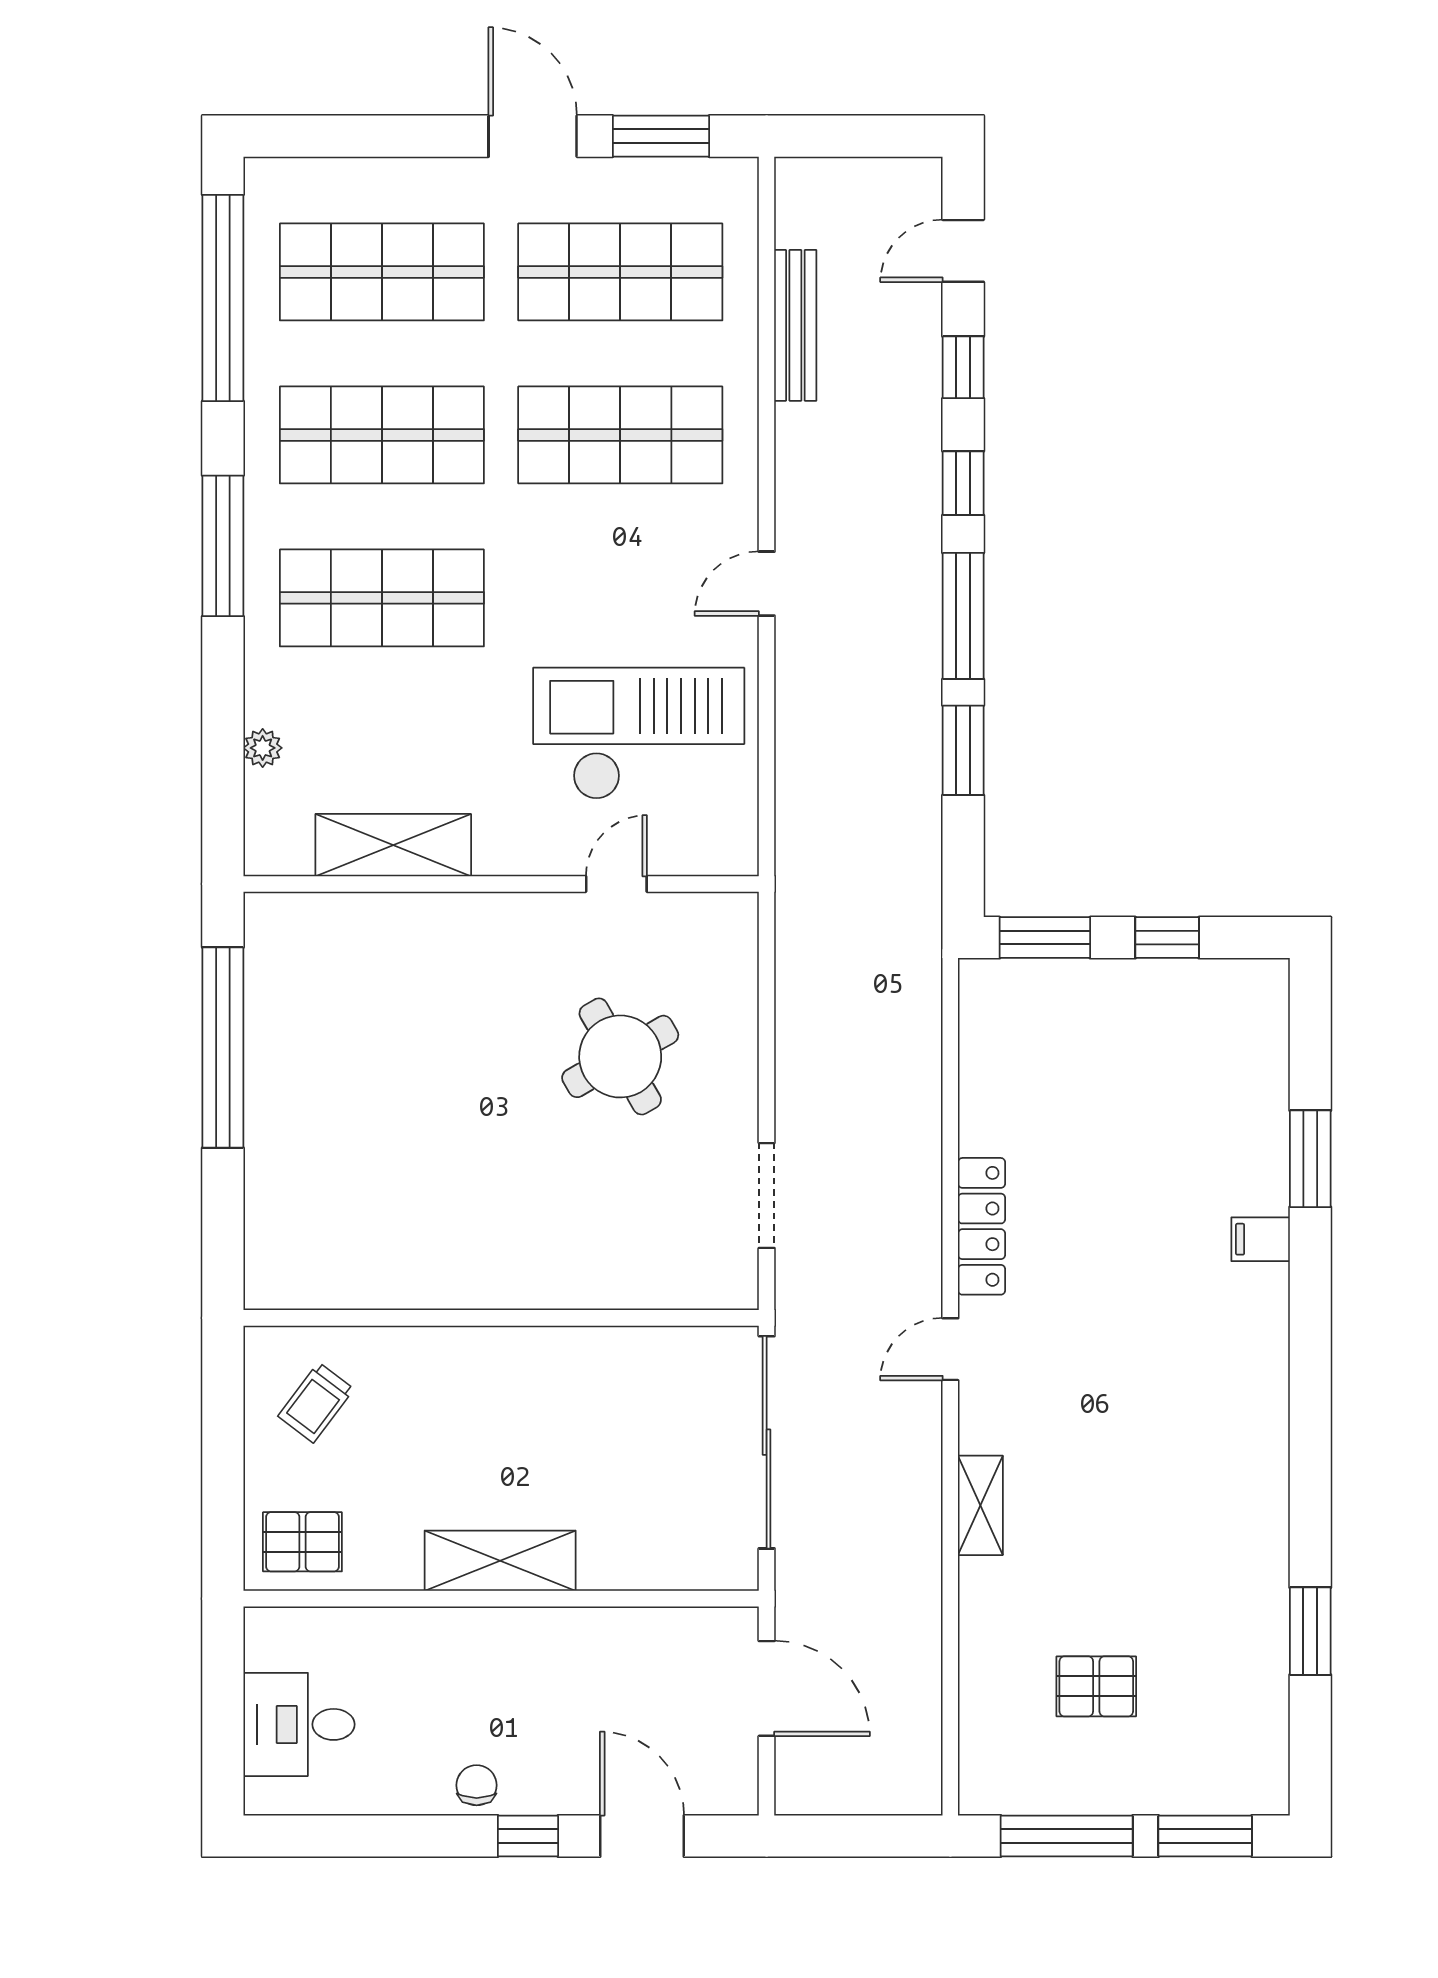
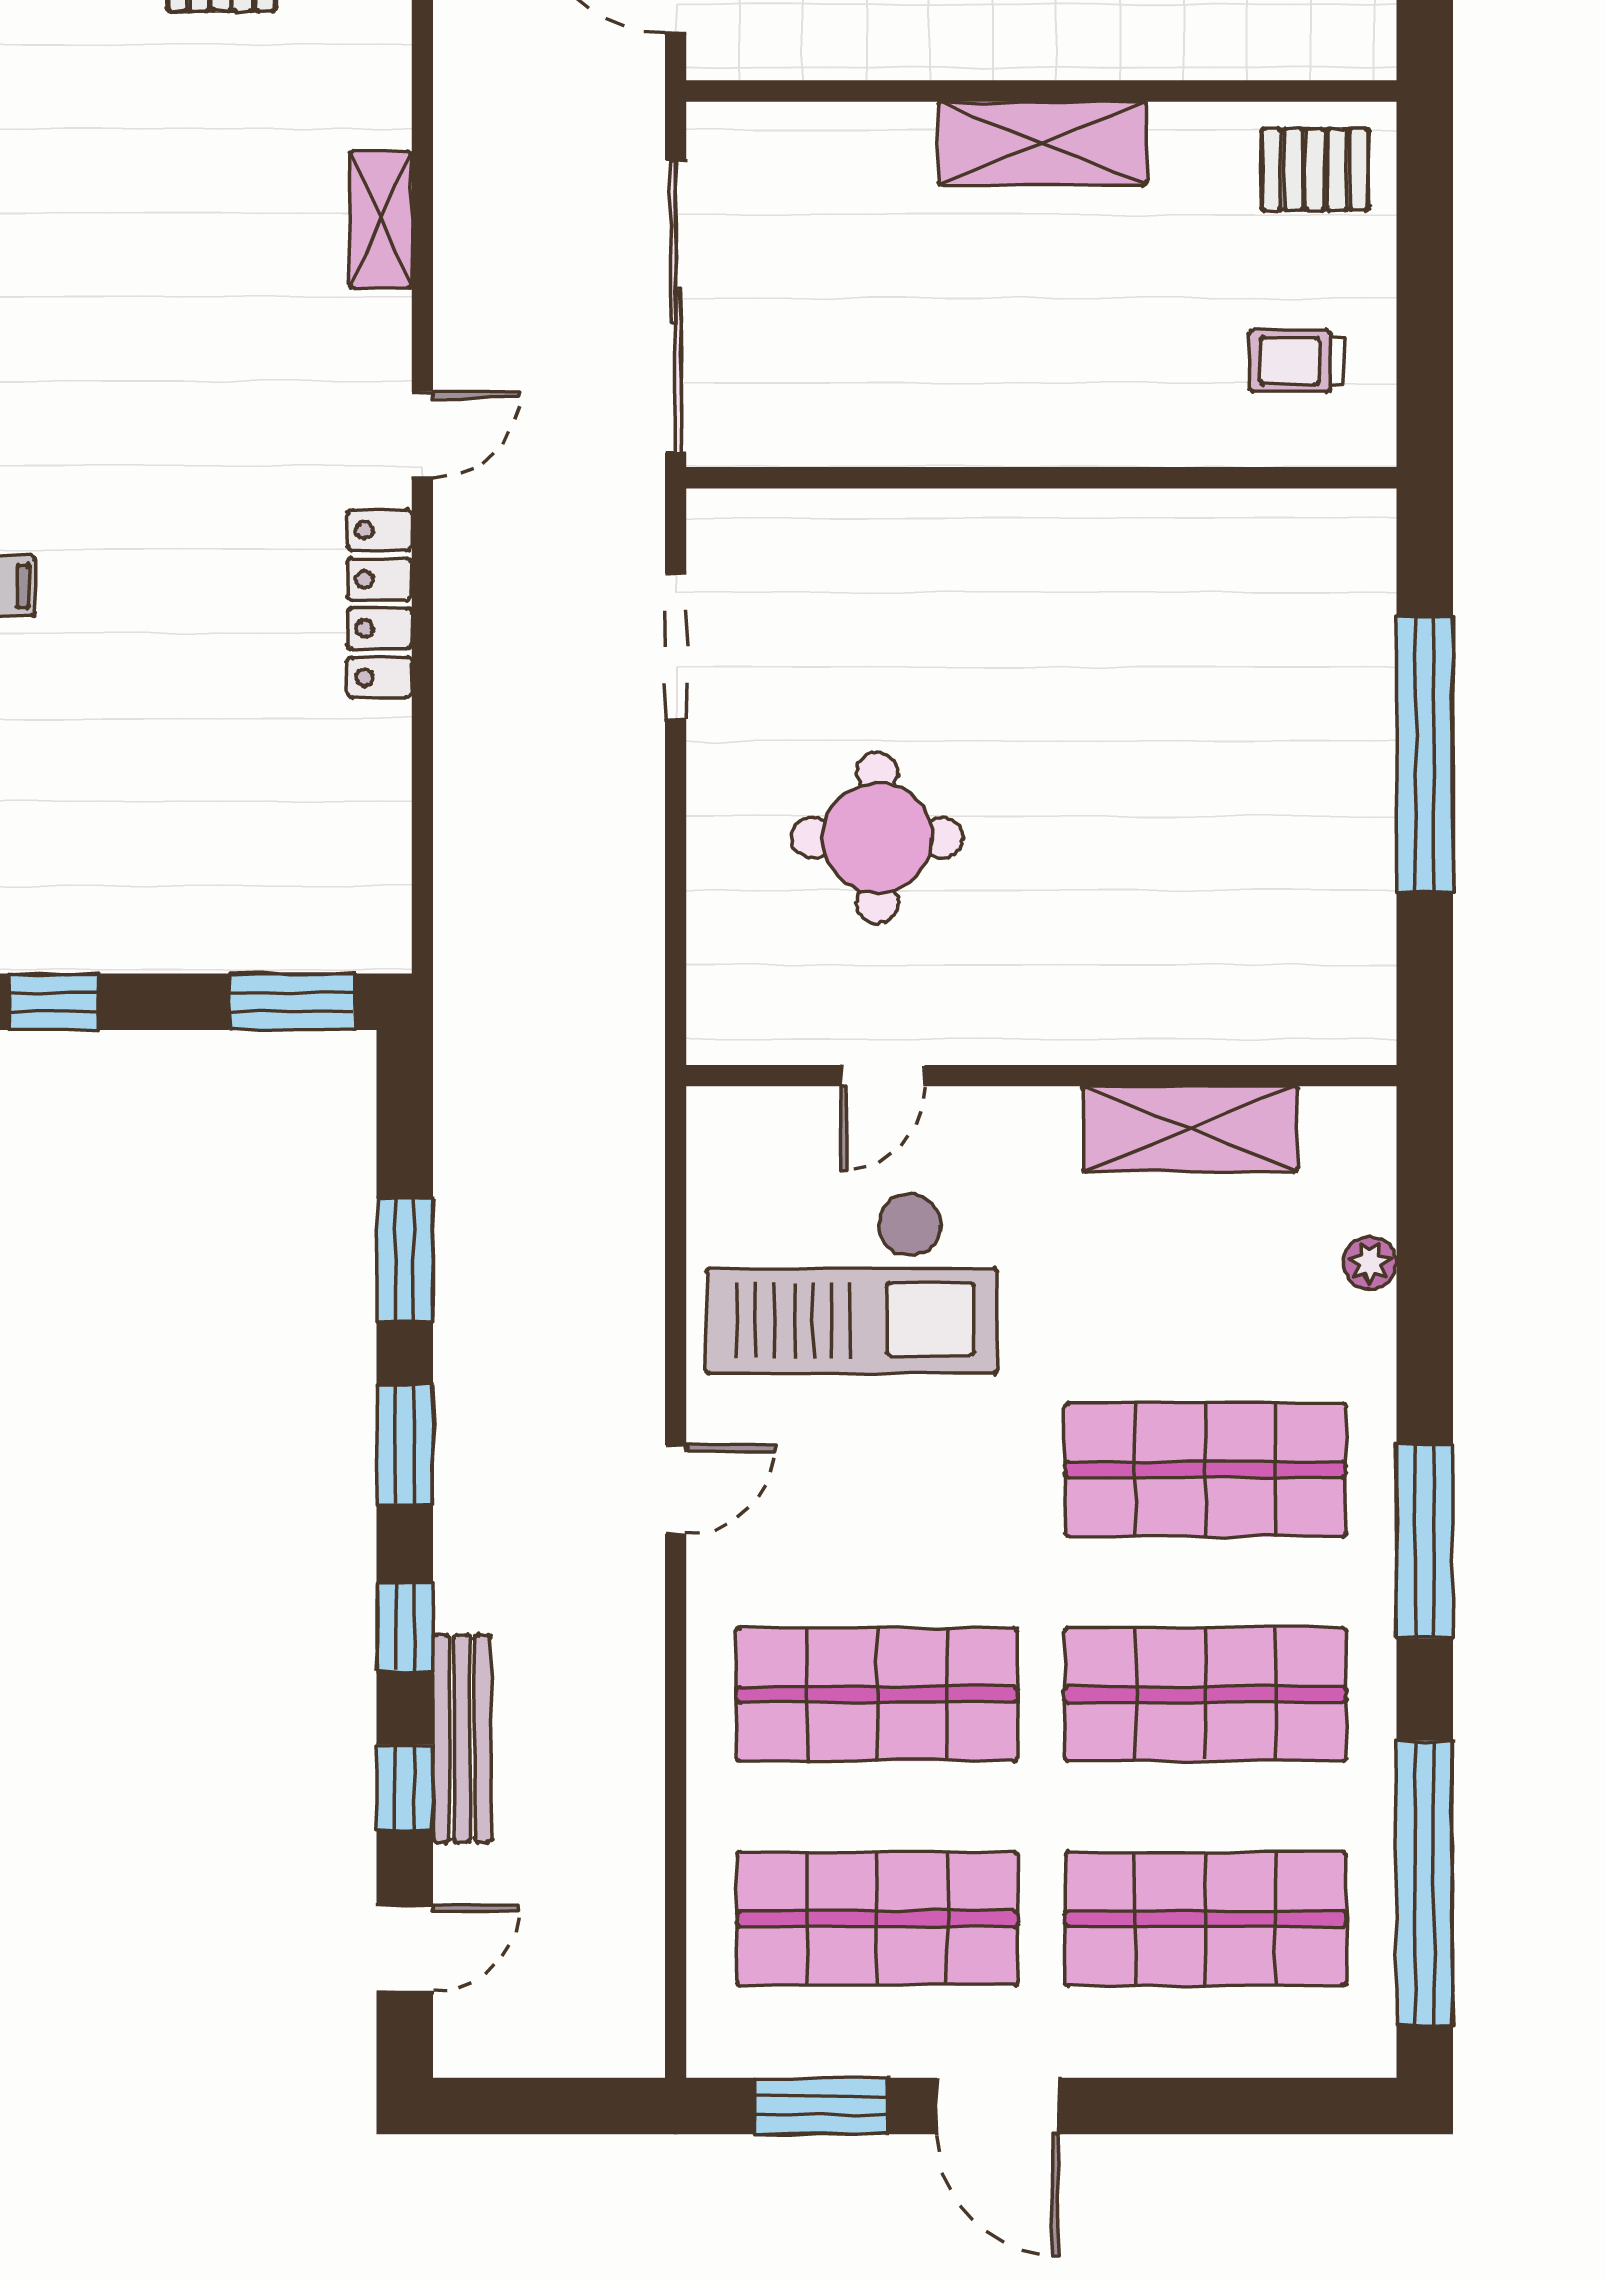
bench: (795, 325) -> (462, 1738), moved
window: (963, 616) -> (405, 1445), width x0.69
window: (1167, 938) -> (53, 1002), moved
window: (223, 1048) -> (1425, 754), moved
round table: (620, 1056) -> (877, 838), turned 30
trolley: (316, 1403) -> (1296, 361), turned -127

